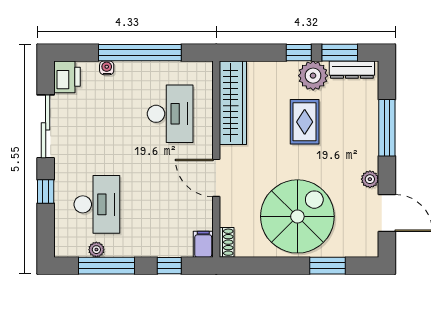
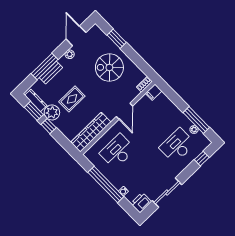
bench: (370, 128) -> (51, 73), added
window: (46, 192) -> (202, 159), moved
spiral stairs: (297, 216) -> (109, 67), width x0.73, depth x0.73
window: (169, 266) -> (174, 97), removed

